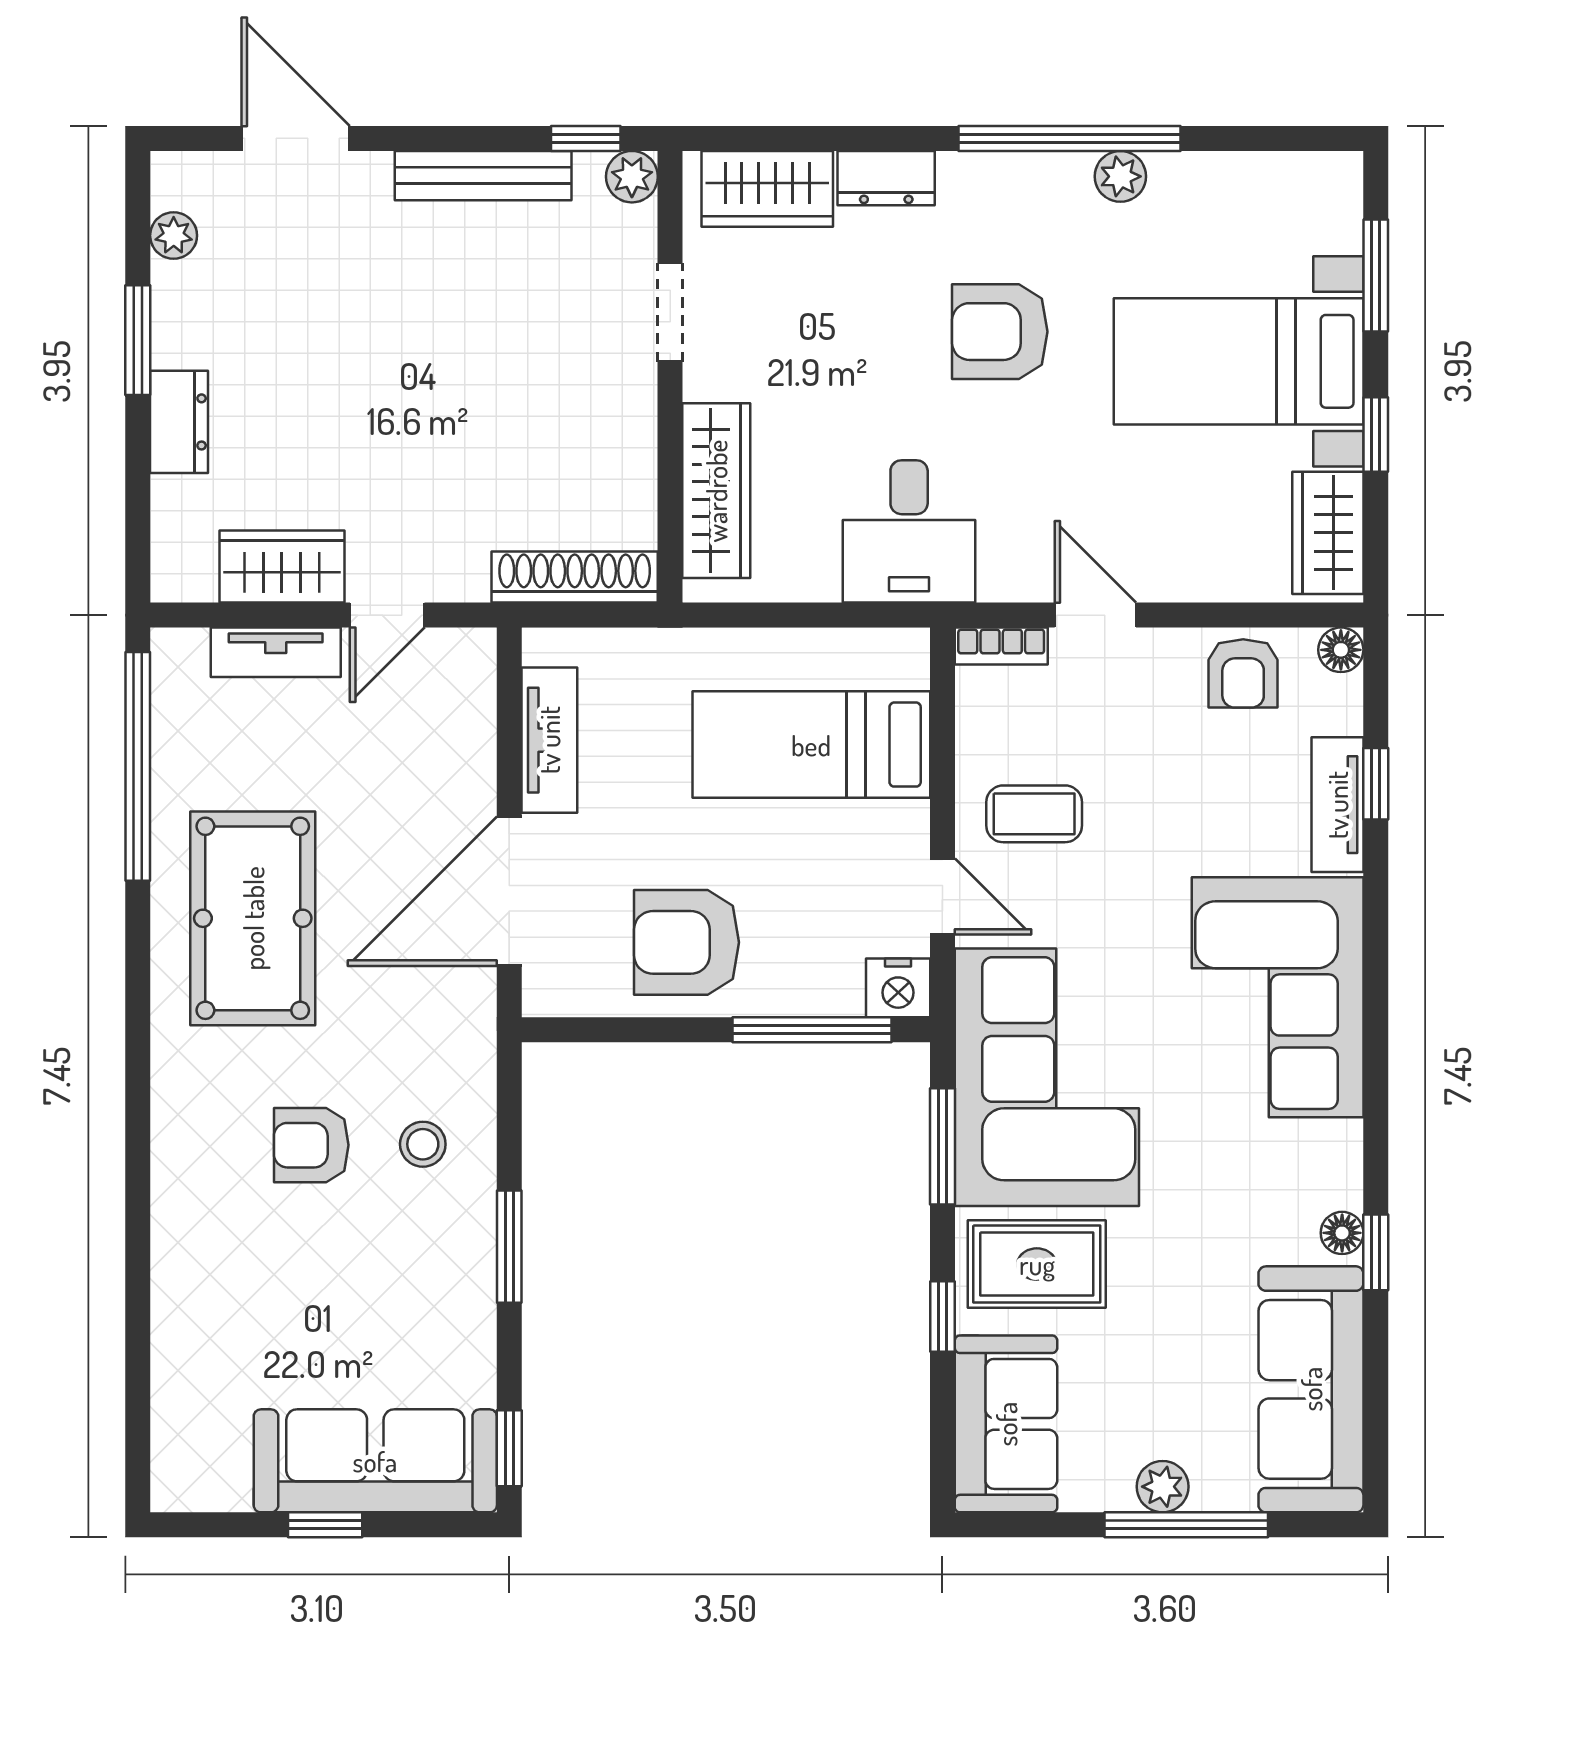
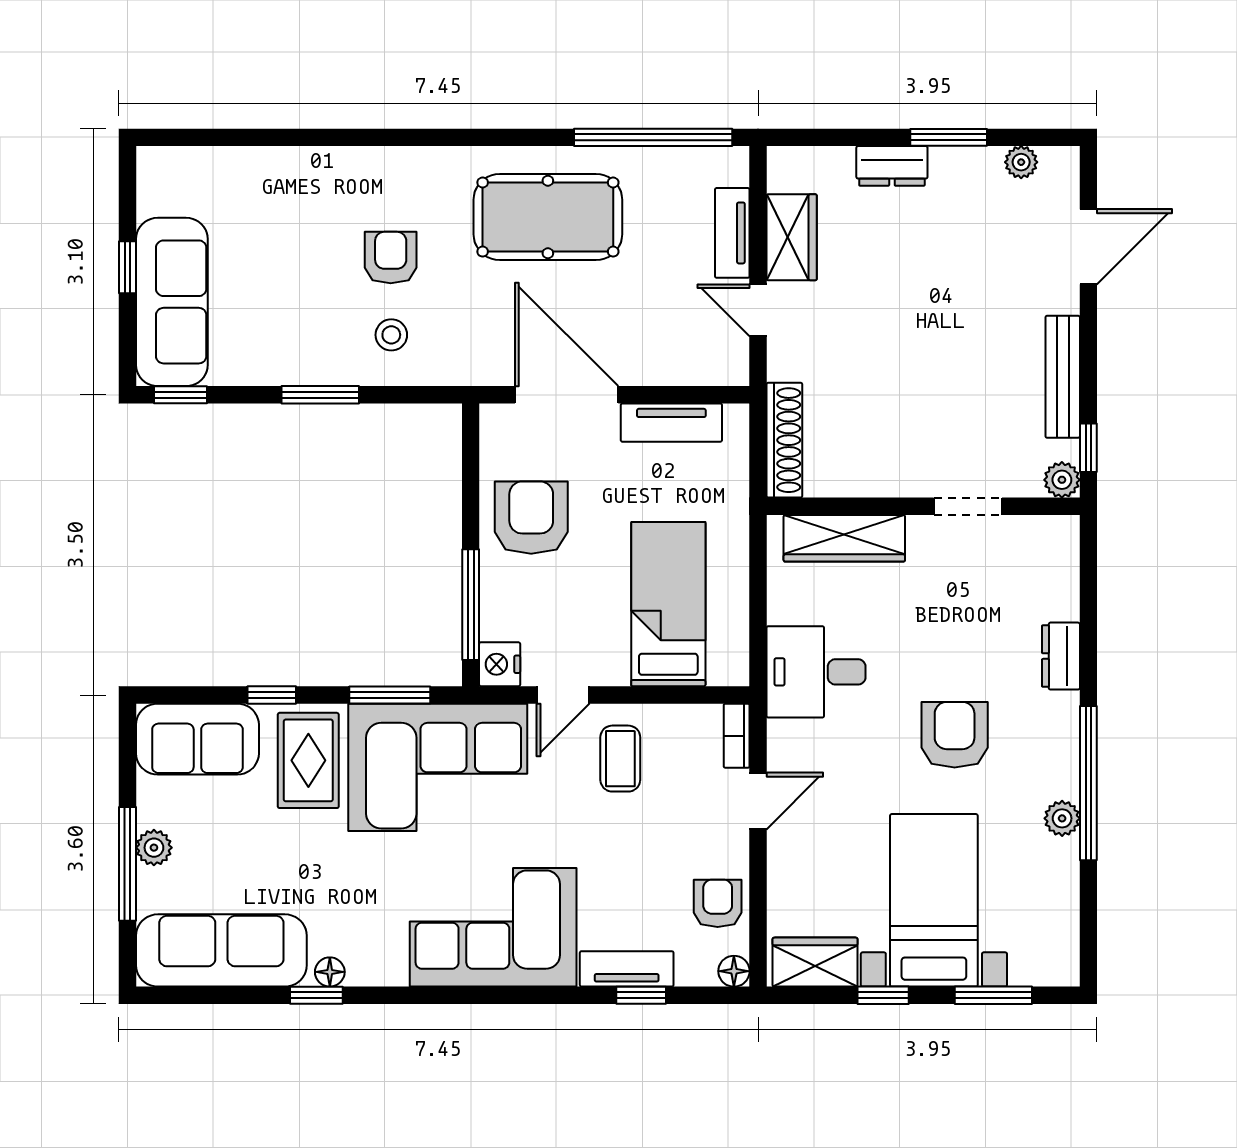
wardrobe: (767, 189) -> (1053, 574), removed
armchair: (1243, 673) -> (718, 903), turned 90

